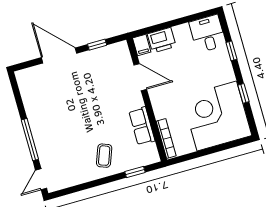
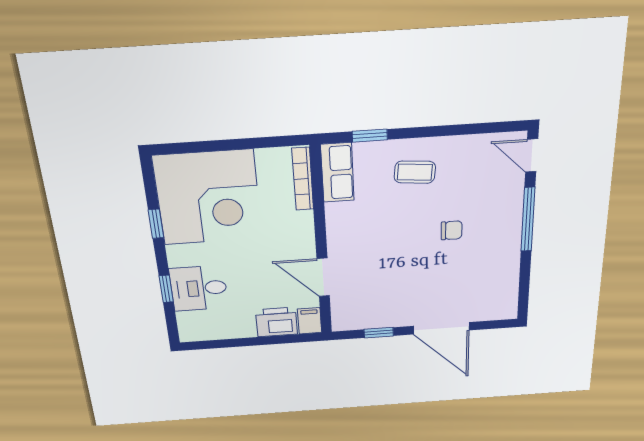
desk: (208, 34) -> (199, 288), moved, turned 90
chair: (73, 124) -> (452, 230), added
row of seats: (142, 126) -> (337, 173), moved
coffee table: (104, 156) -> (415, 172), turned 74
door: (41, 179) -> (532, 156), swing flipped

